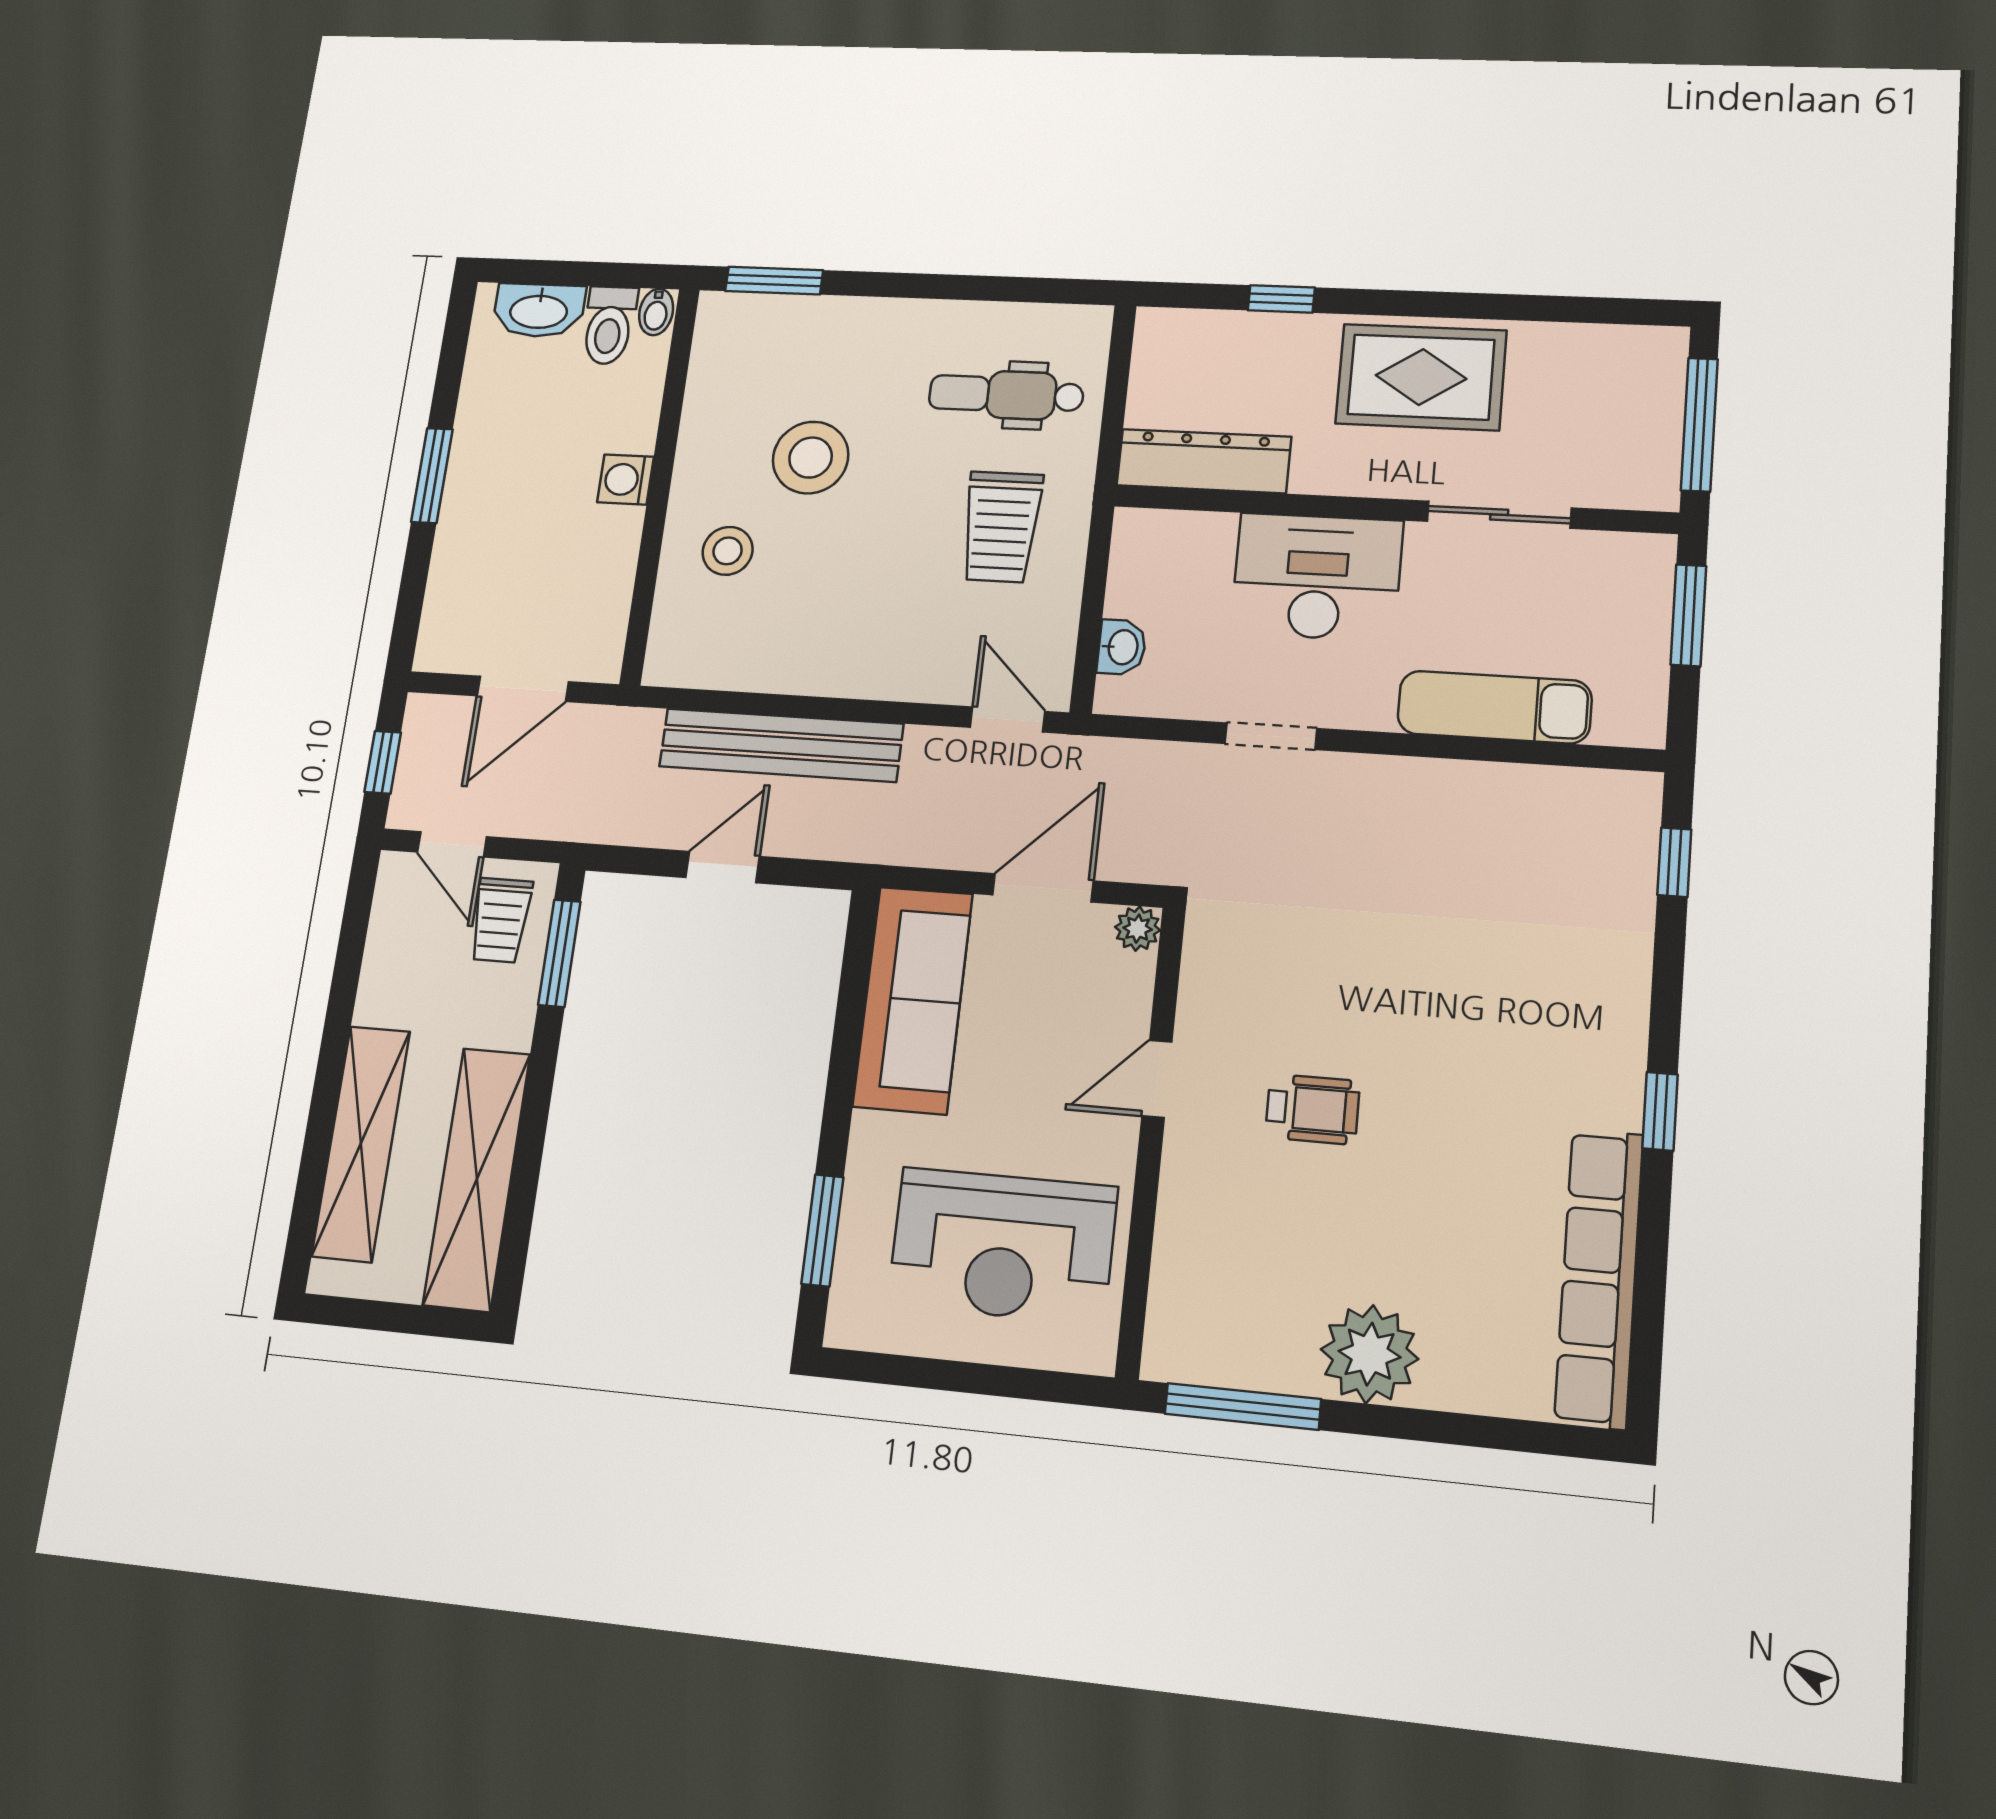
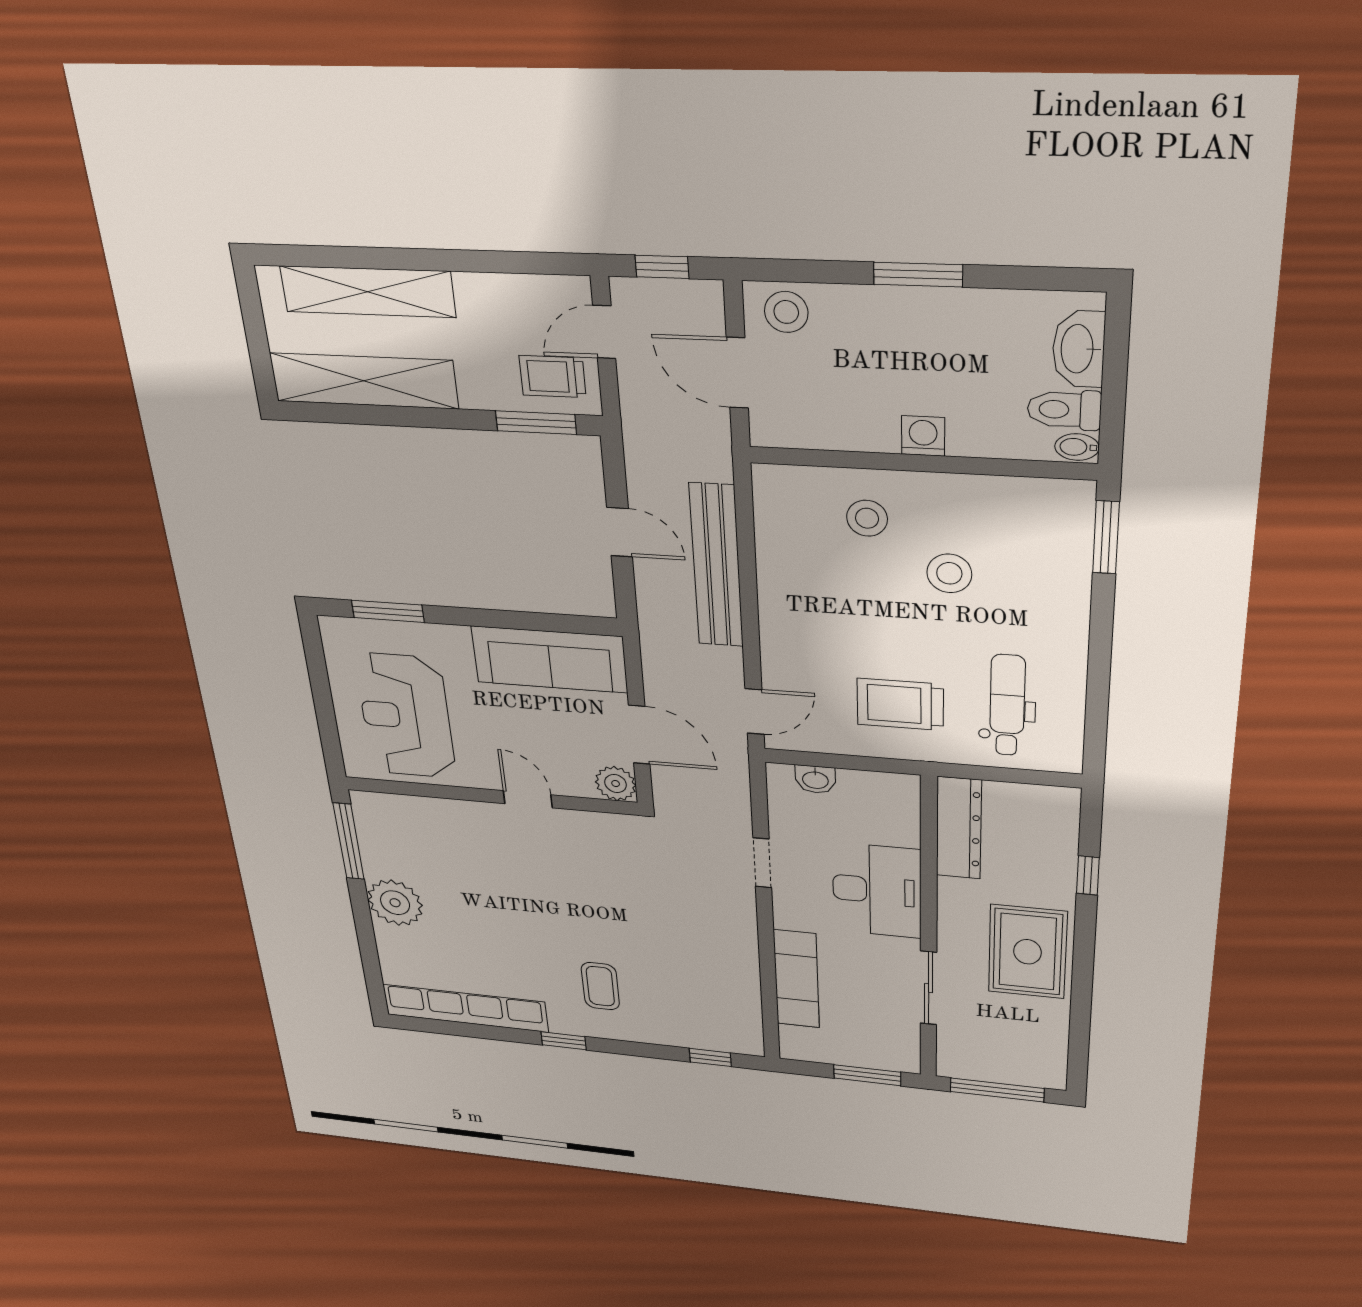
stool: (811, 458) -> (949, 573), width x0.73, depth x0.73
stool: (456, 624) -> (786, 312), added
plant: (1138, 929) -> (616, 784), width x1.38, depth x1.38
coffee table: (1531, 1026) -> (600, 986), added
wheelchair: (1312, 1109) -> (528, 879), removed

